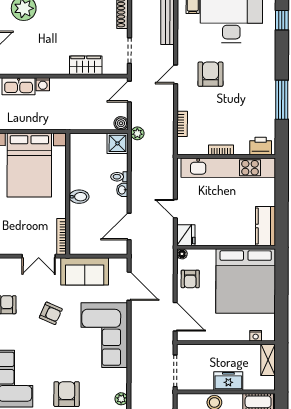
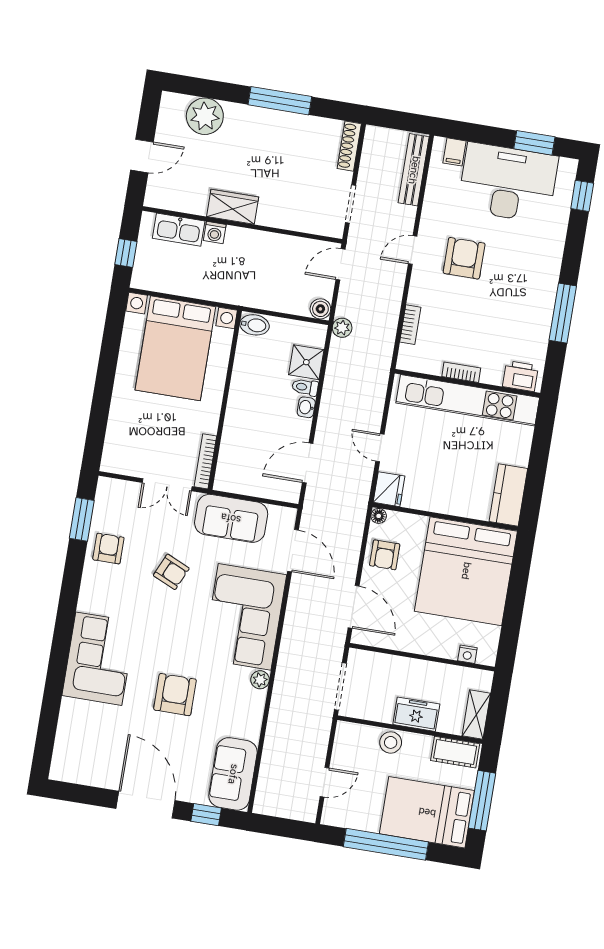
wardrobe: (86, 65) -> (233, 207), moved
shower: (117, 143) -> (306, 362), moved
bidet: (79, 197) -> (255, 325), moved
shelving: (268, 360) -> (476, 715), moved
plant: (121, 399) -> (260, 680), moved

